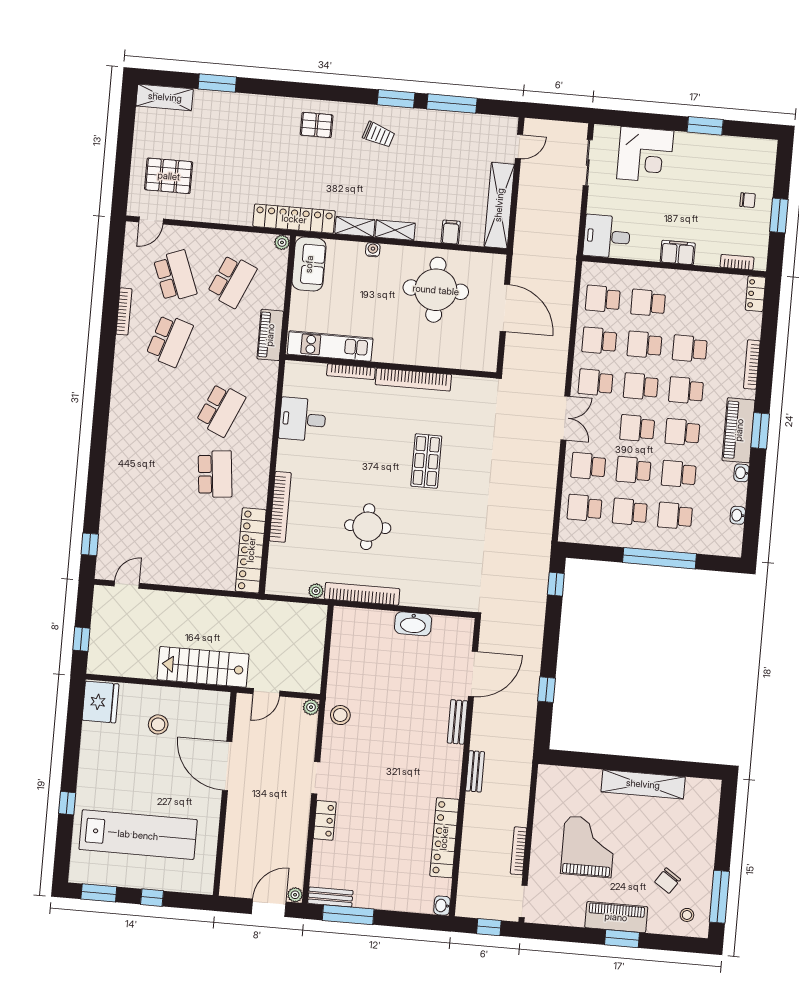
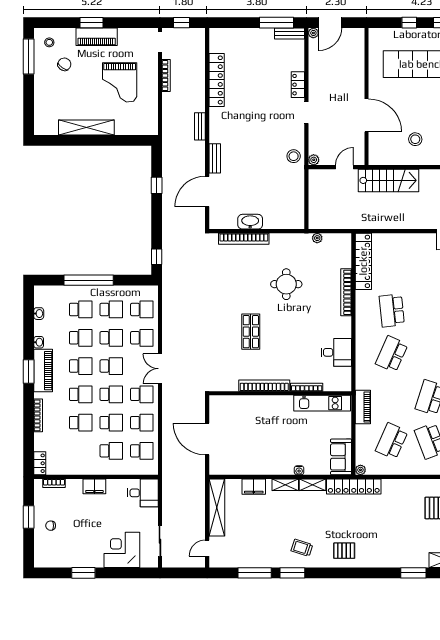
filing cabinet: (451, 232) -> (254, 487), width x2.00
round table: (436, 290) -> (254, 447), removed
bookcase: (362, 594) -> (244, 239), moved
washbasin: (442, 906) -> (214, 34), removed

